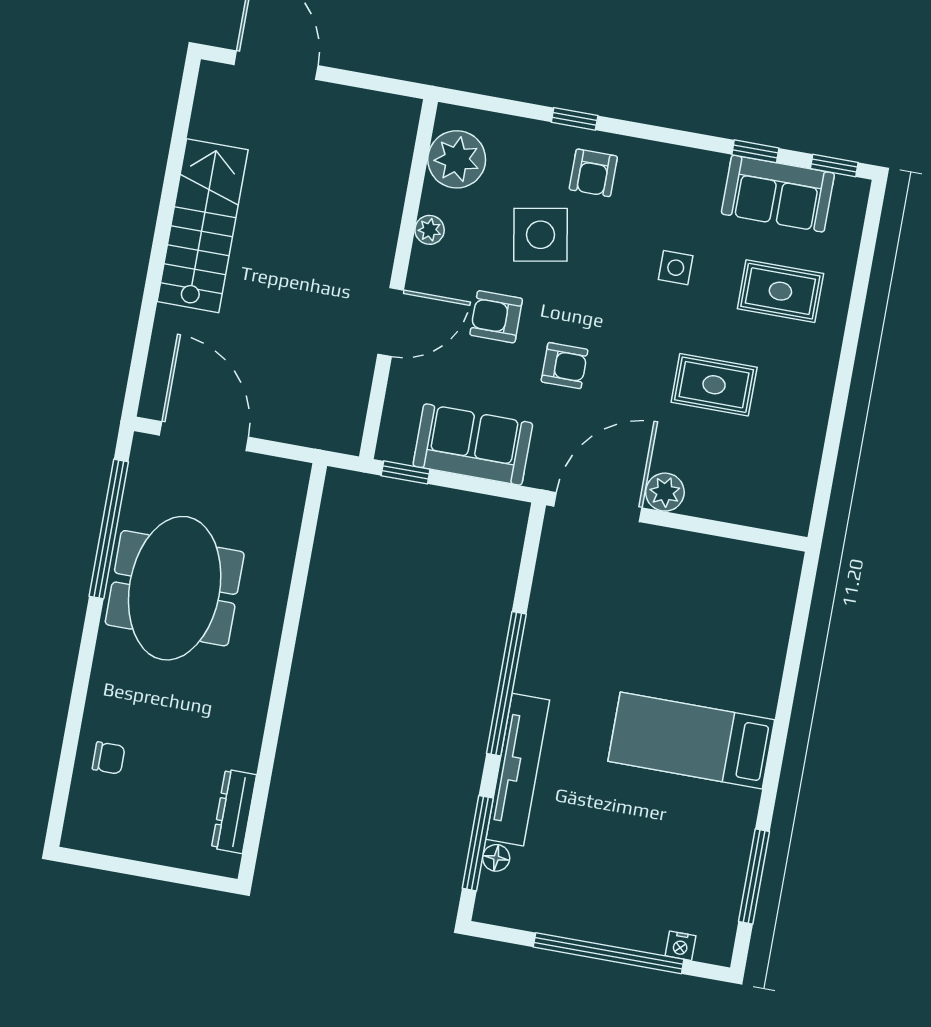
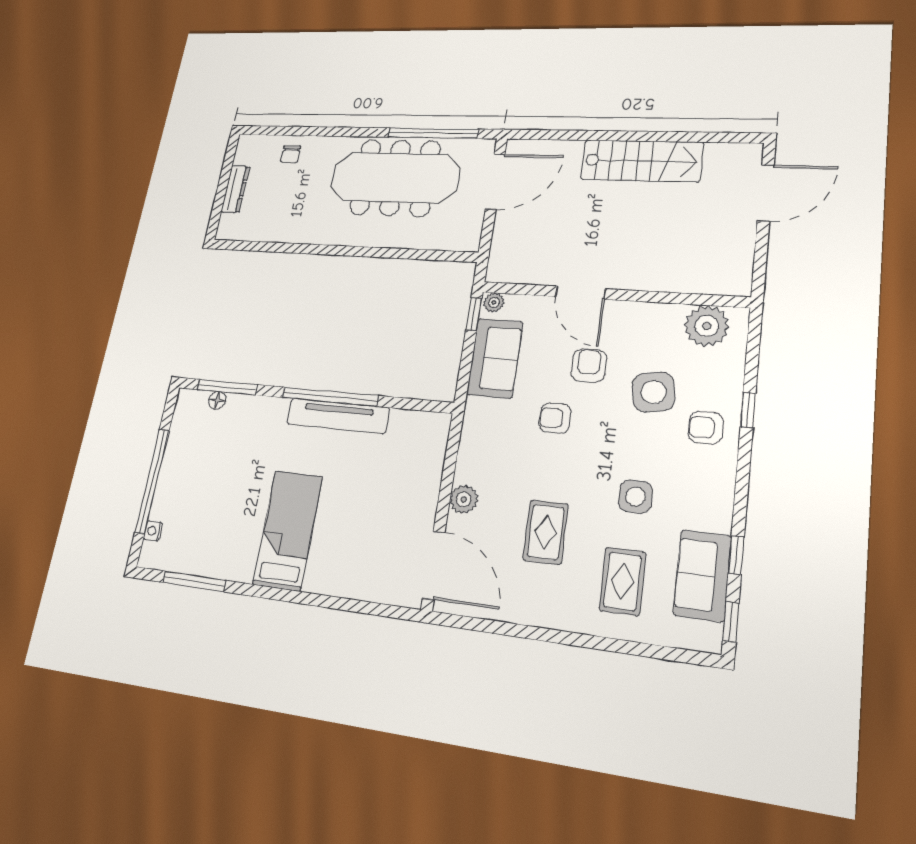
plant: (430, 230) -> (494, 302), moved
side table: (676, 268) -> (635, 497), width x1.37, depth x1.37
armchair: (565, 366) -> (555, 418), turned 90
door: (598, 507) -> (434, 565), moved
meeting table: (175, 588) -> (395, 178), width x1.36
tv unit: (518, 770) -> (338, 416), moved
dresser: (234, 811) -> (235, 189), moved, turned 90

